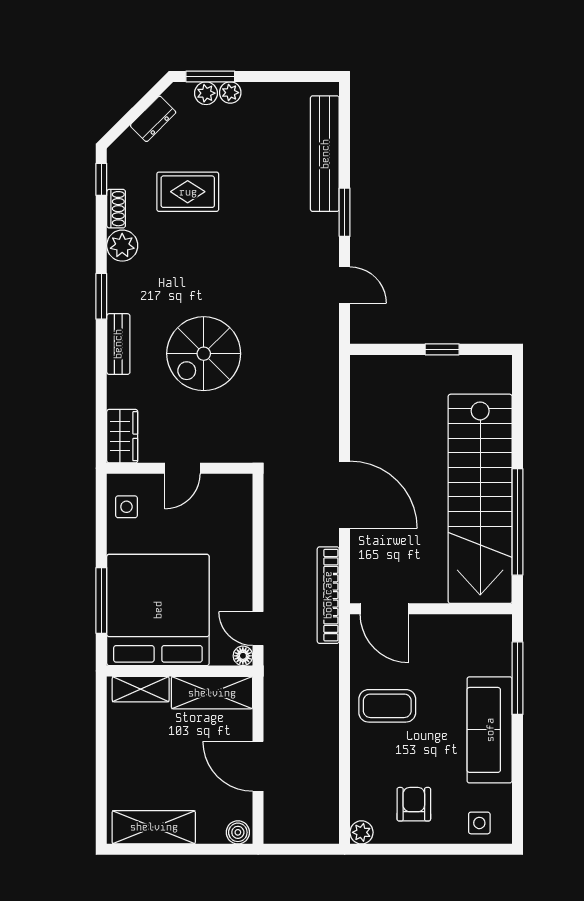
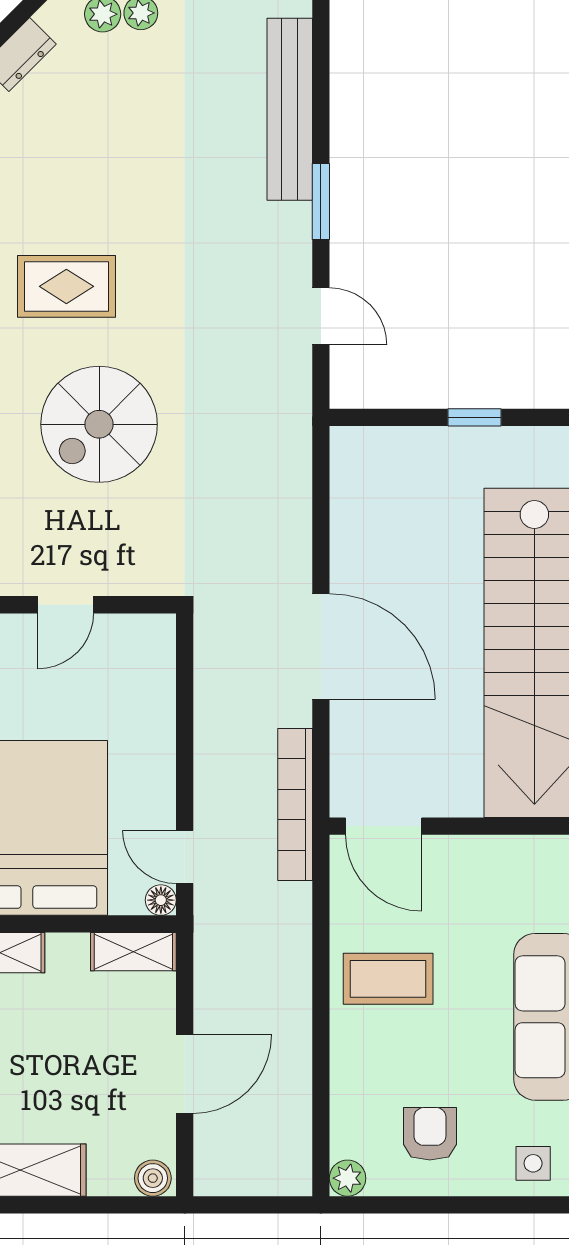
rug: (188, 192) -> (66, 286), moved
shelving: (212, 693) -> (133, 952), width x0.67, depth x0.75
door: (258, 766) -> (185, 1074), swing flipped

